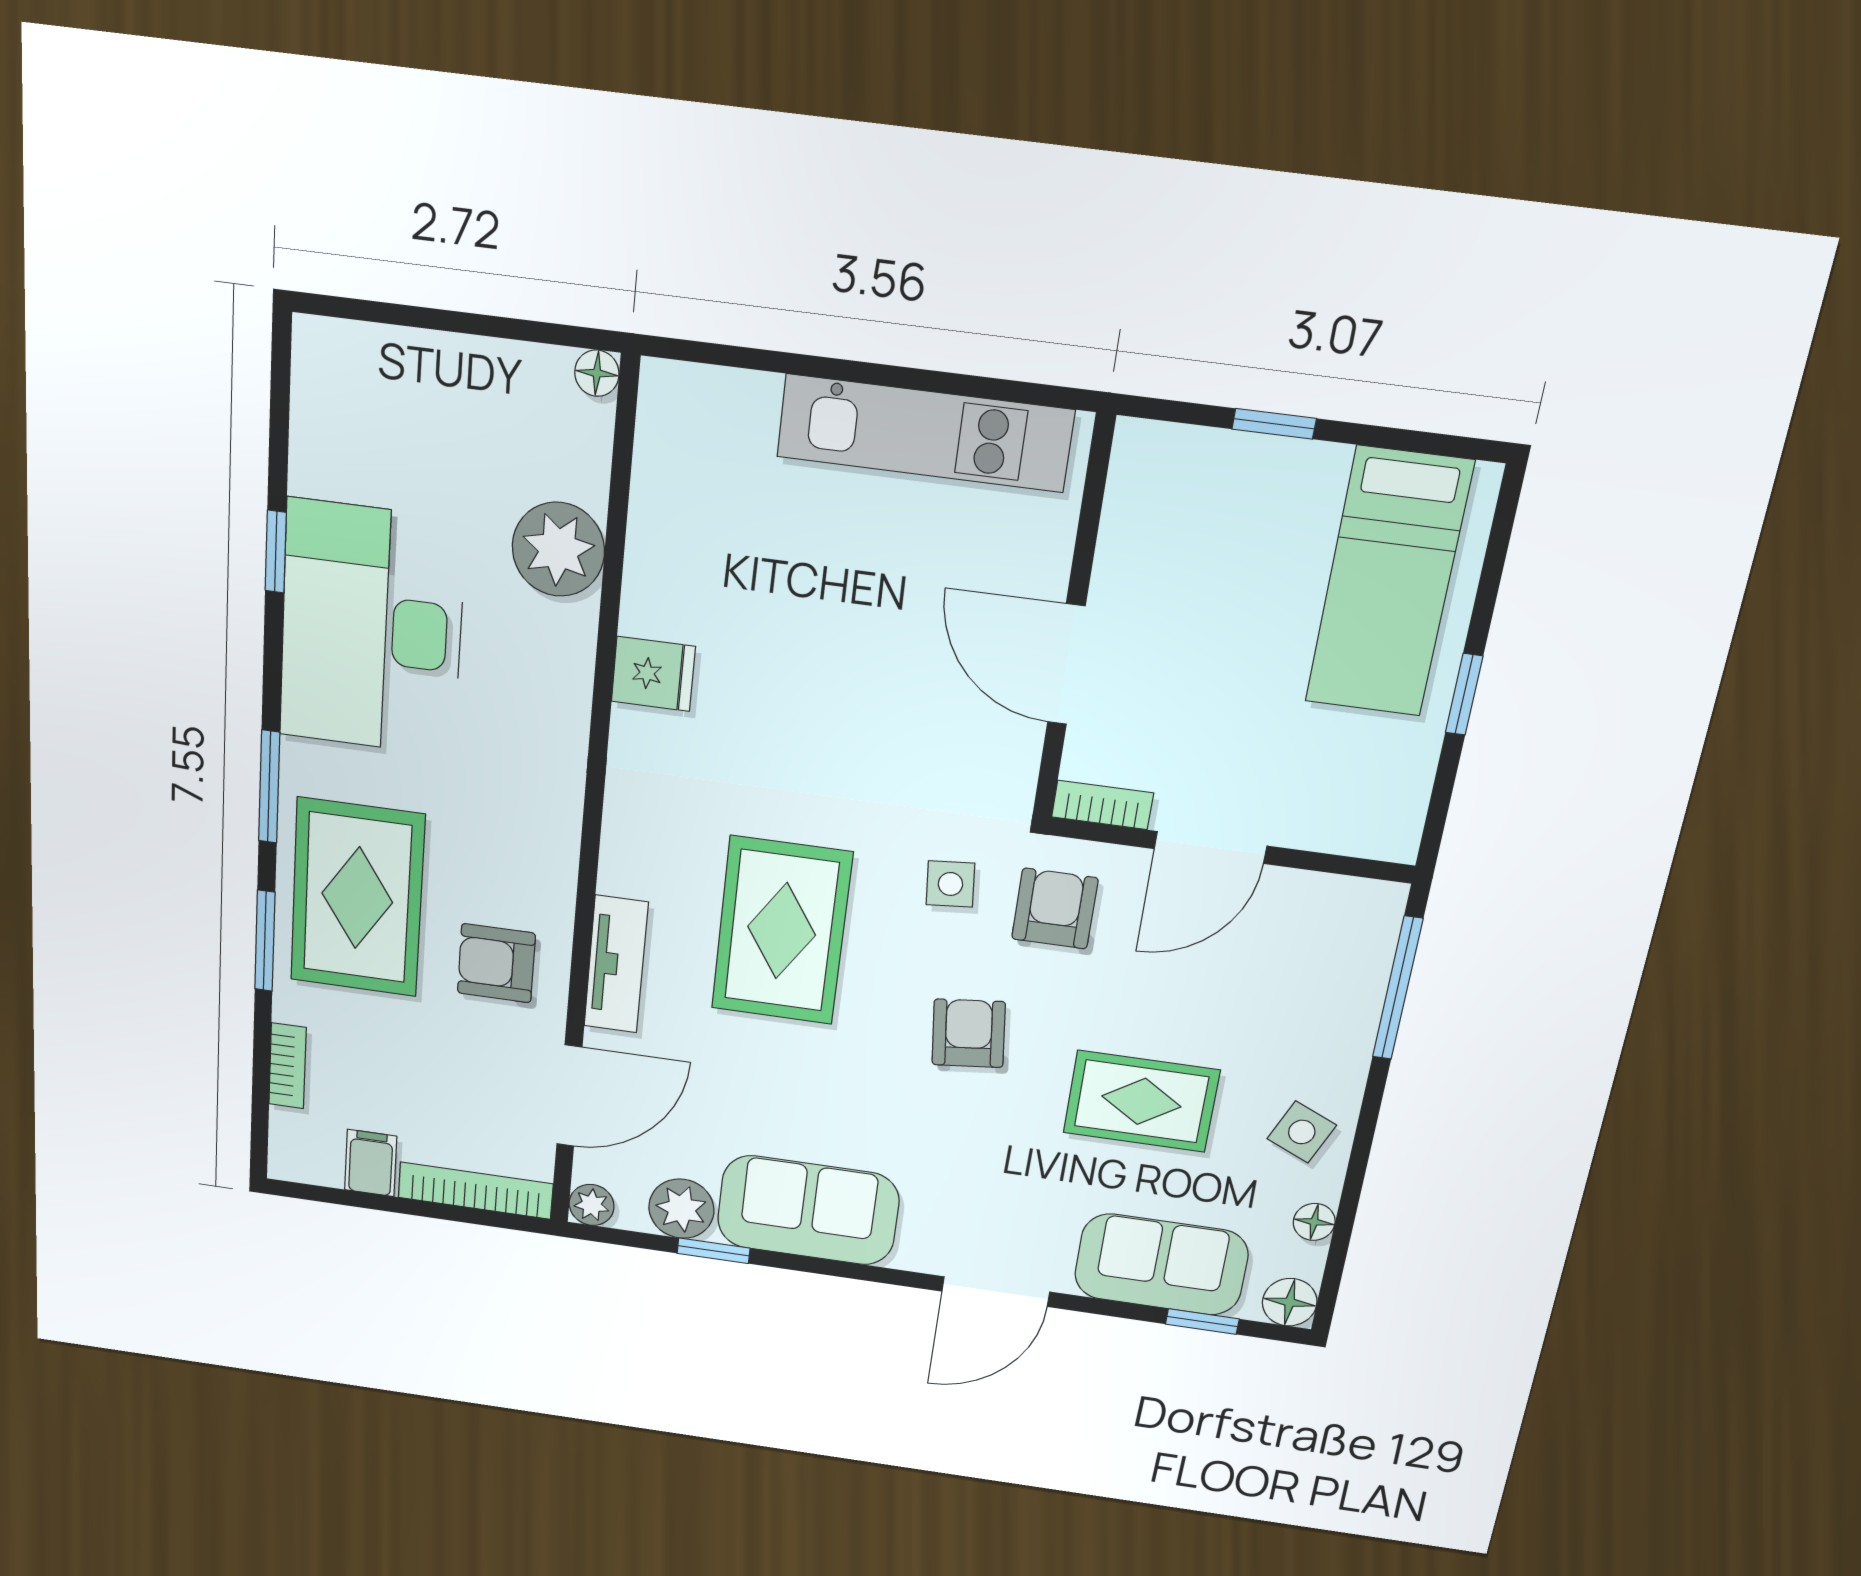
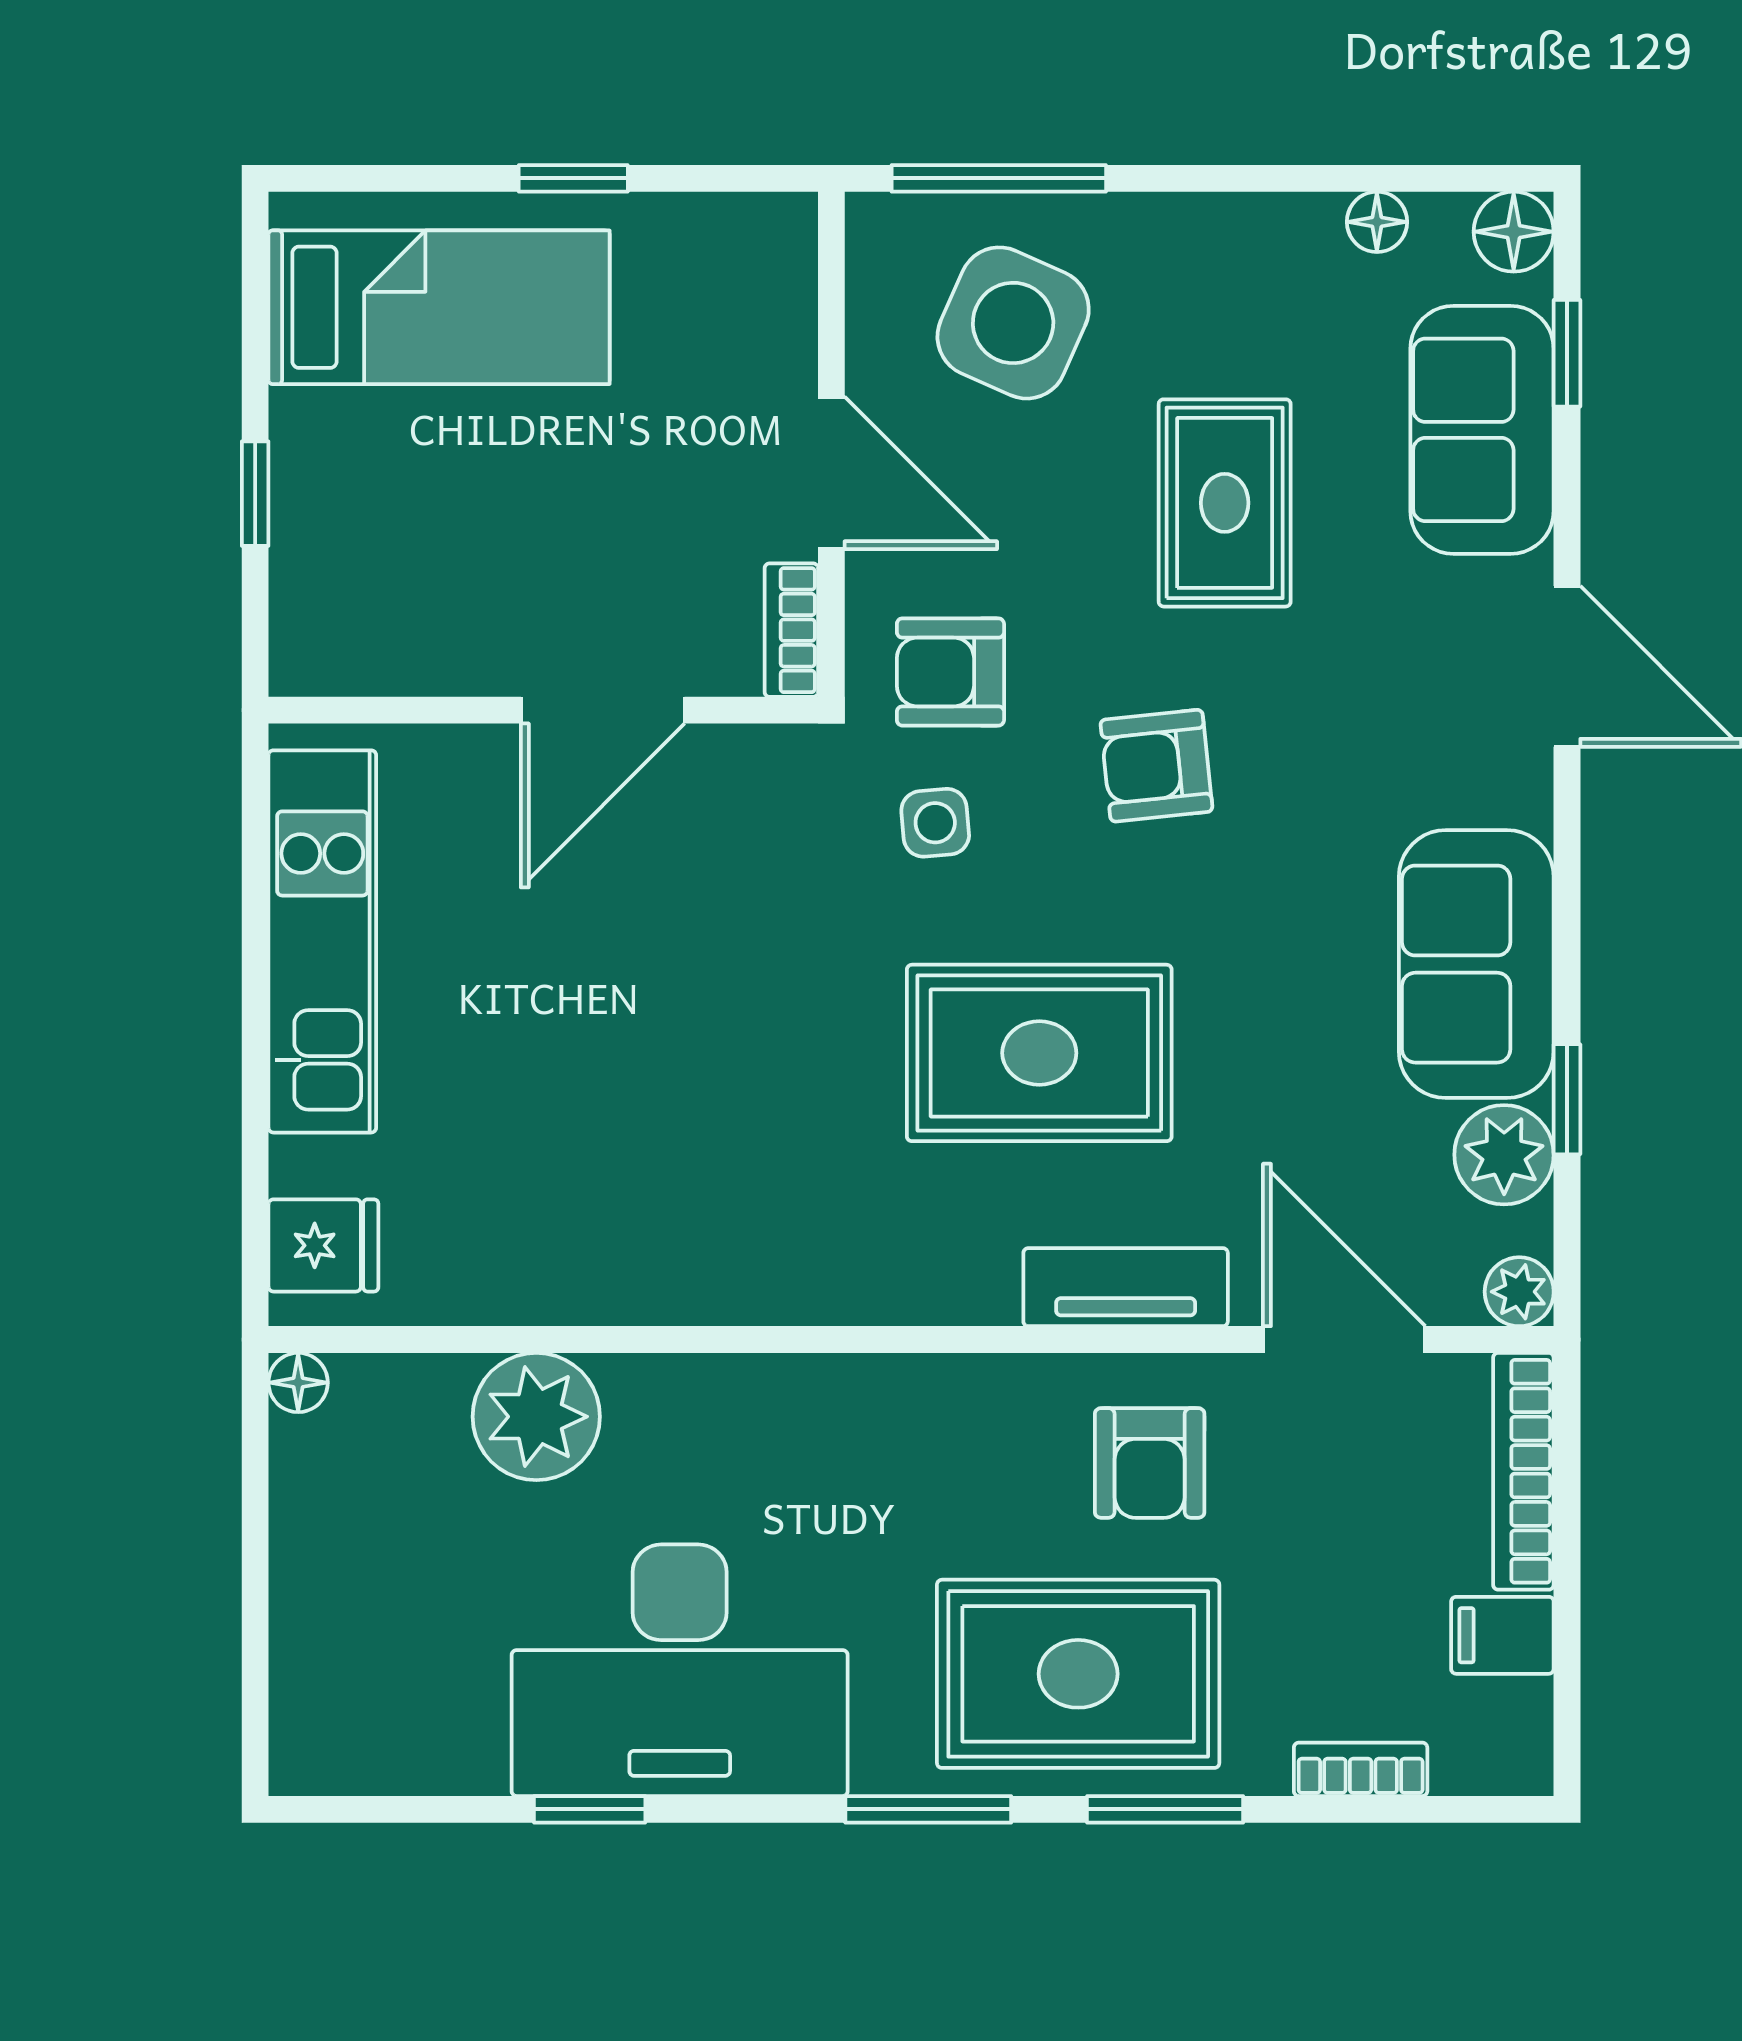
fridge: (653, 674) -> (323, 1245), moved, turned 90
side table: (1302, 1132) -> (1013, 323), moved, width x1.87, depth x1.87

